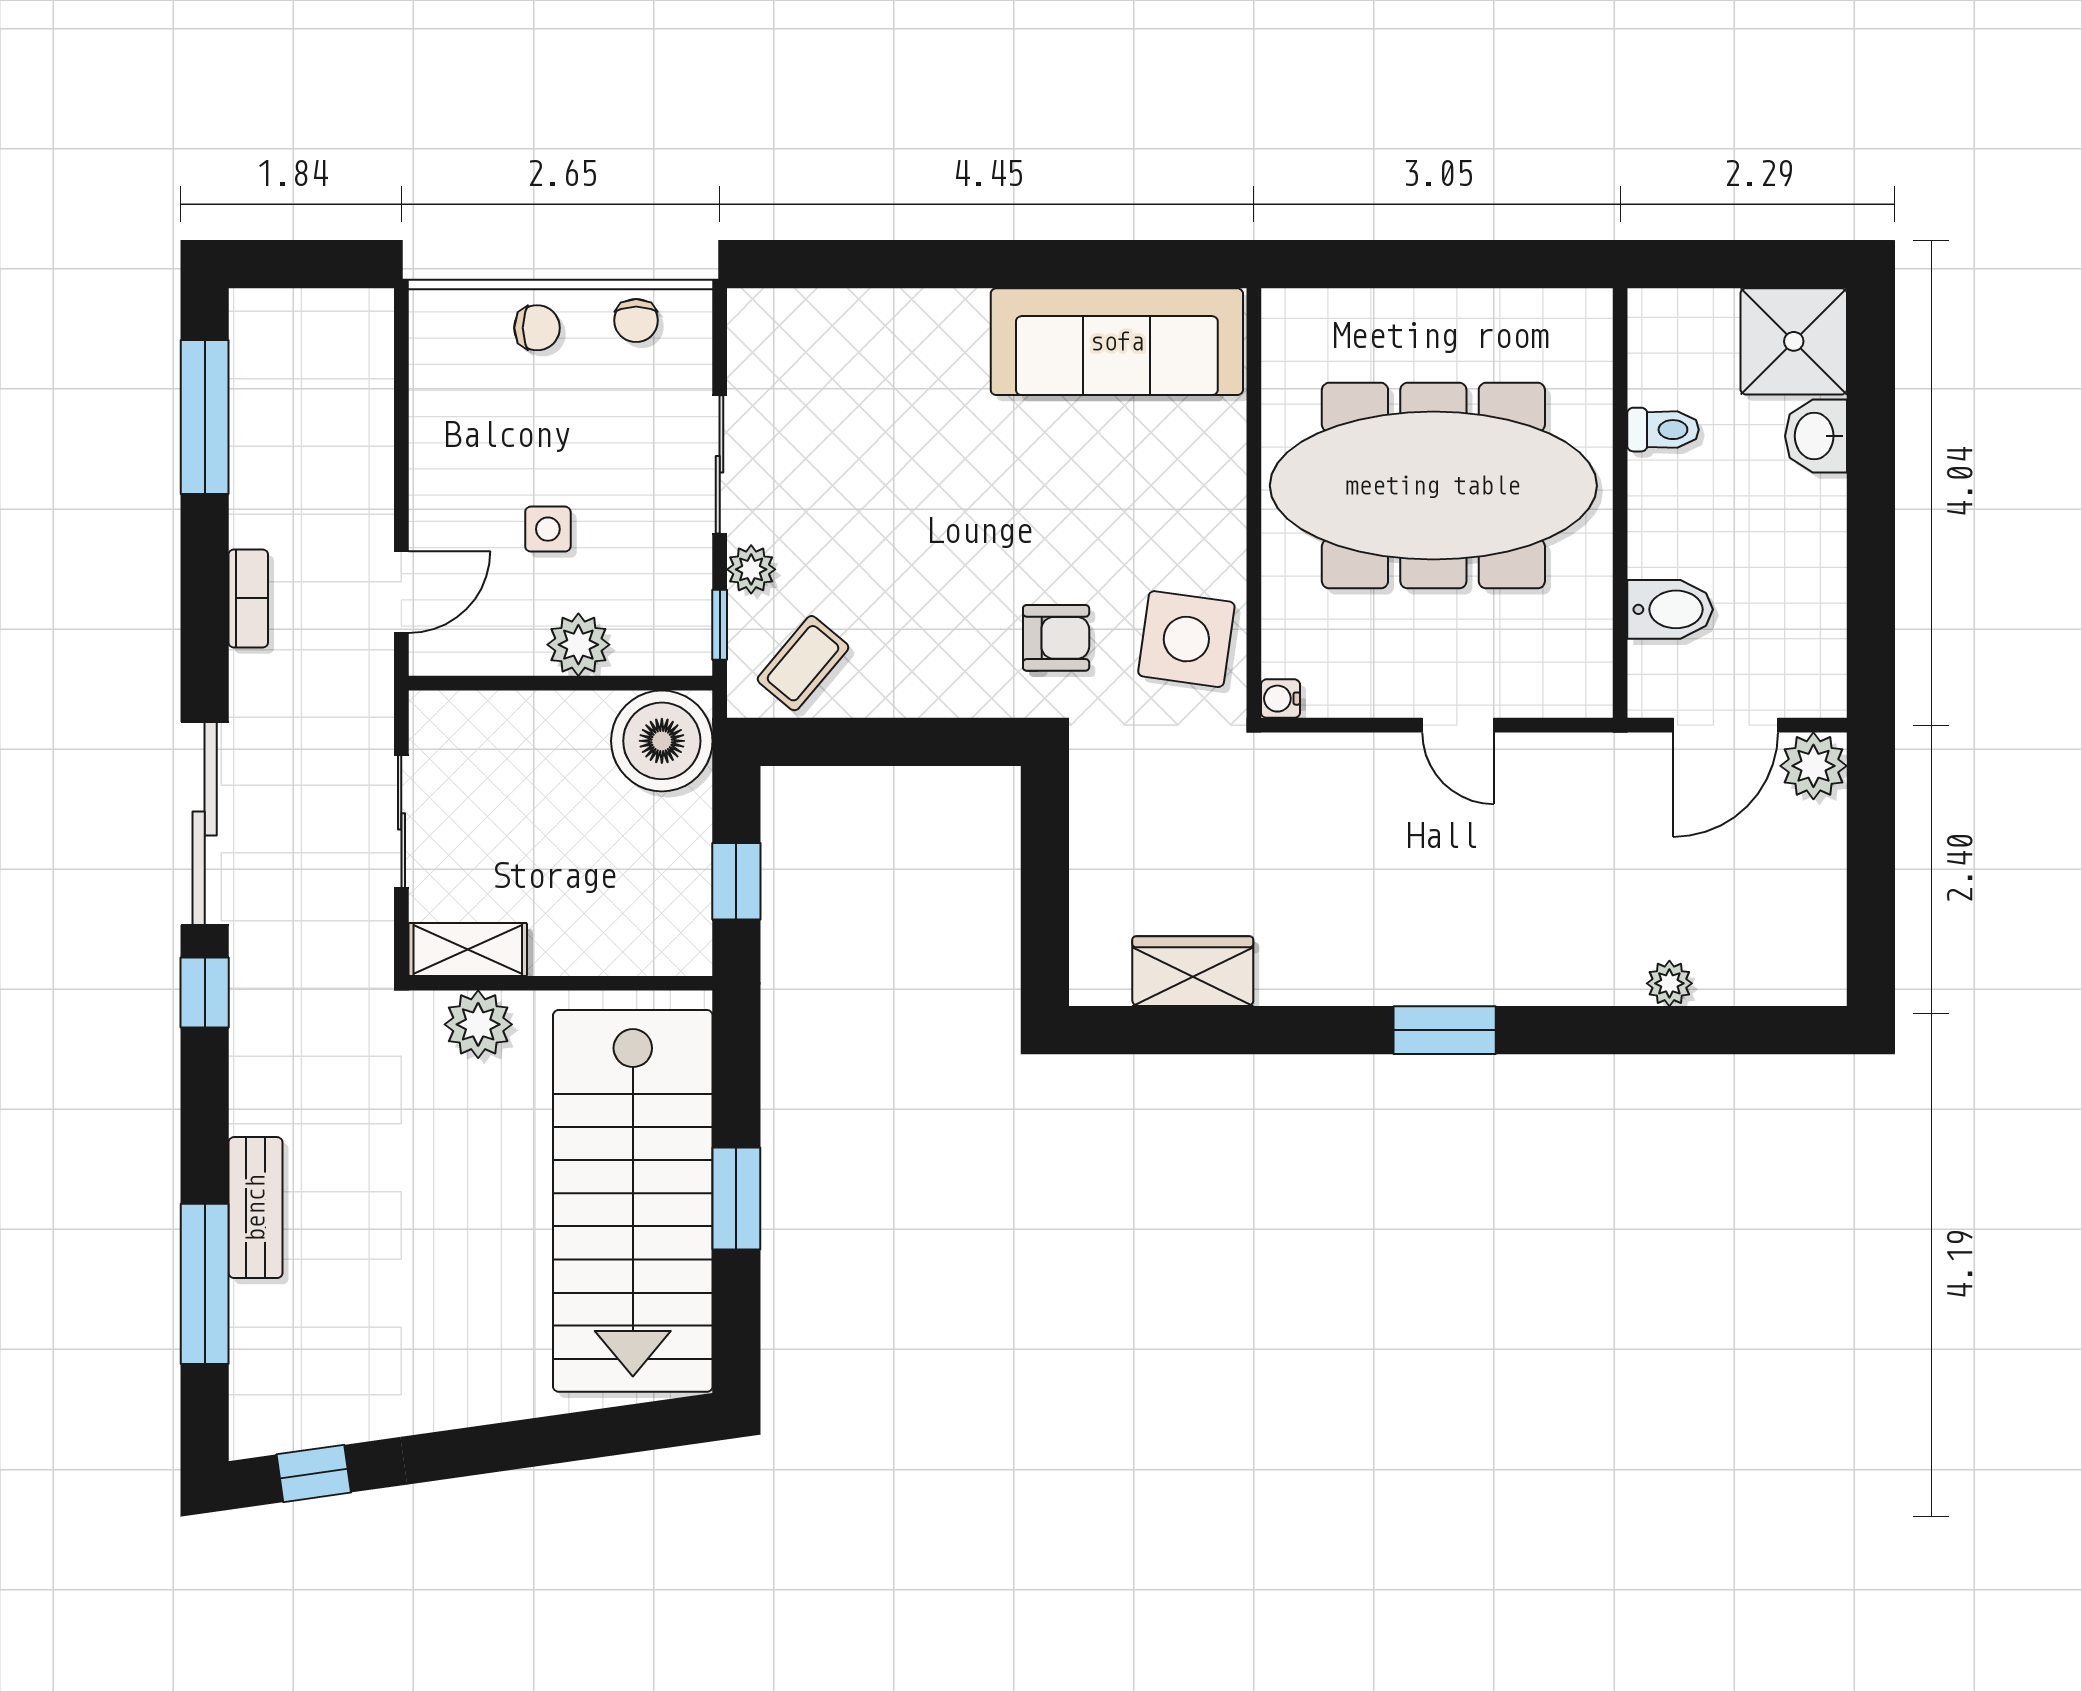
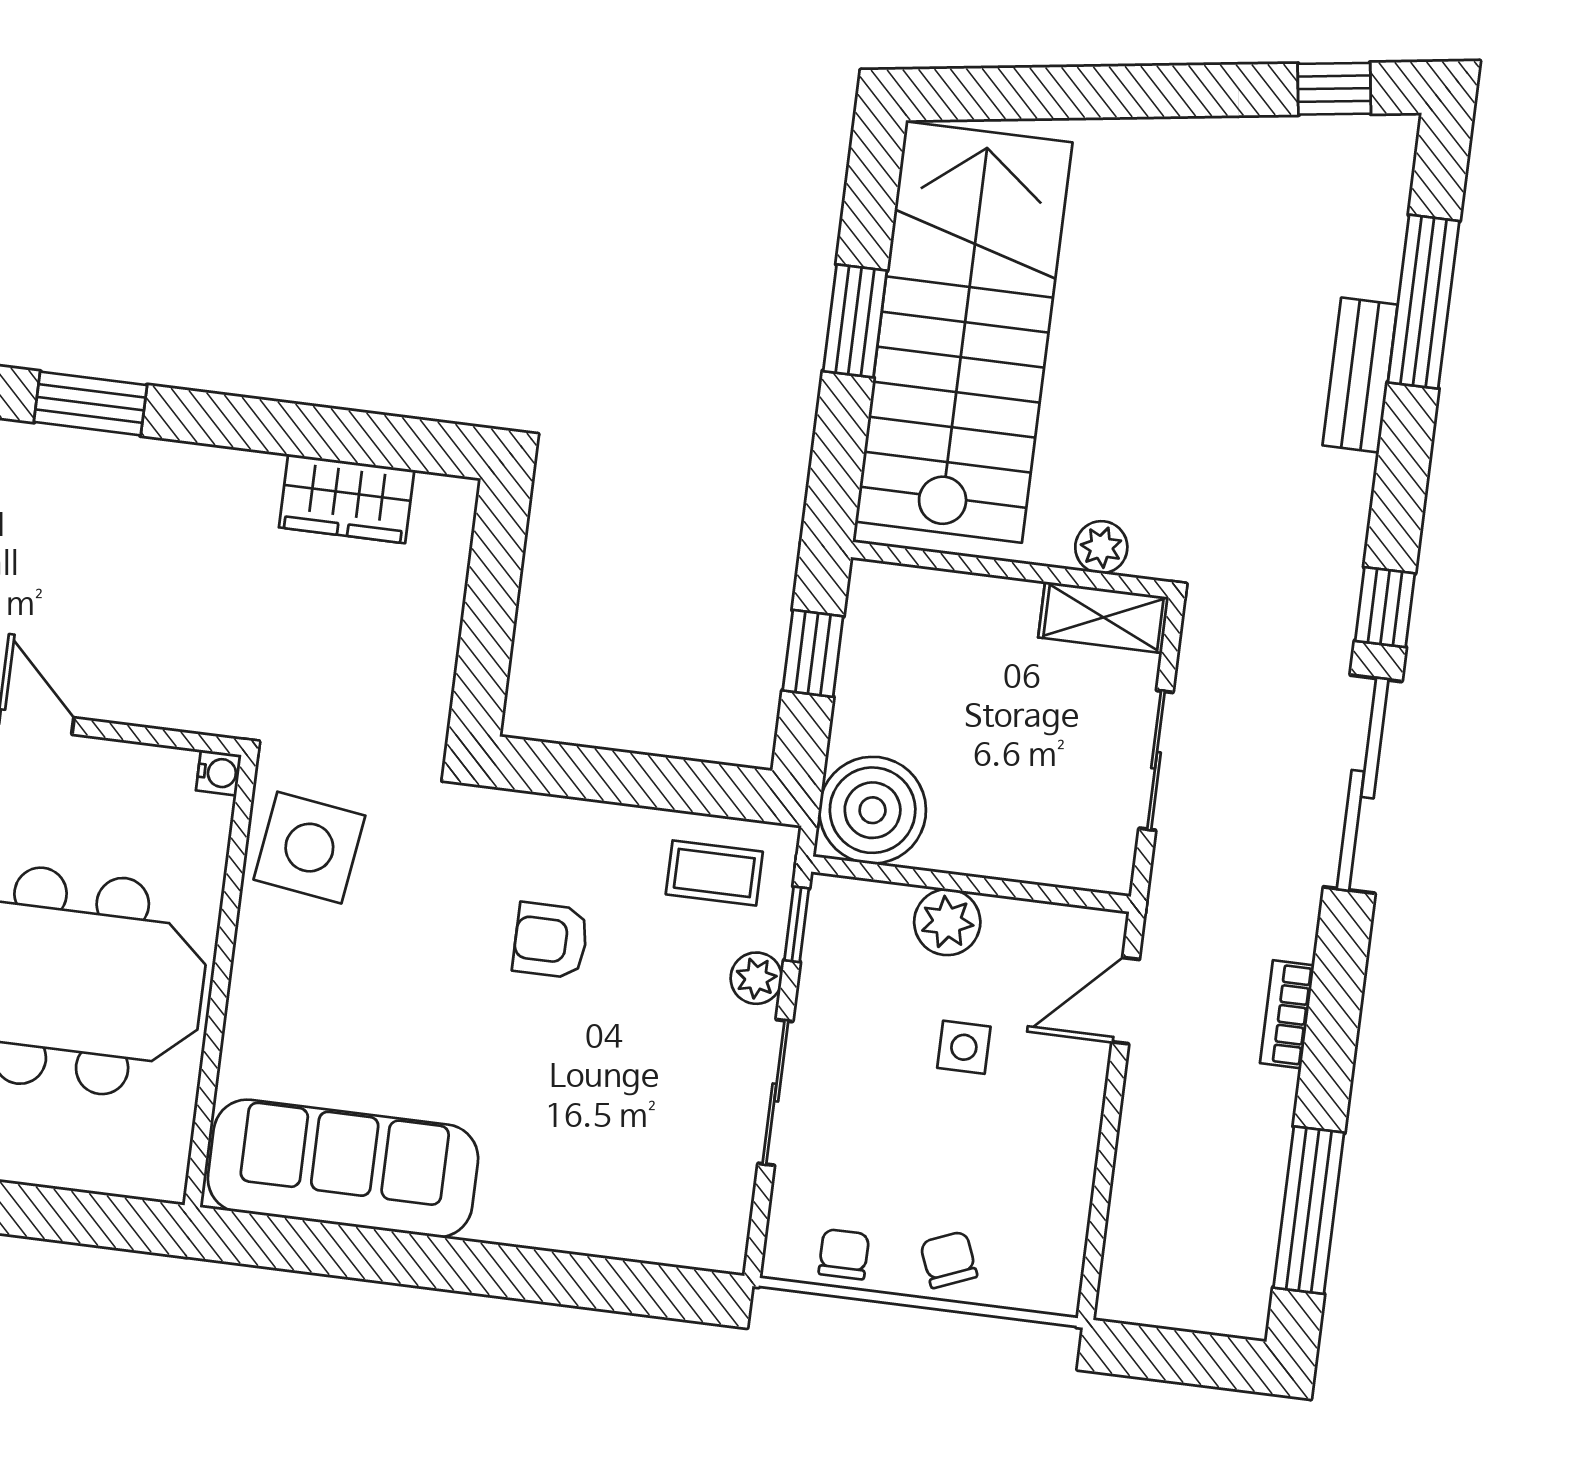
chair: (537, 328) -> (949, 1260), turned 68
armchair: (1056, 638) -> (551, 940), moved
coffee table: (803, 663) -> (714, 873), turned 50
plant: (478, 1024) -> (1101, 547), width x0.73, depth x0.73

